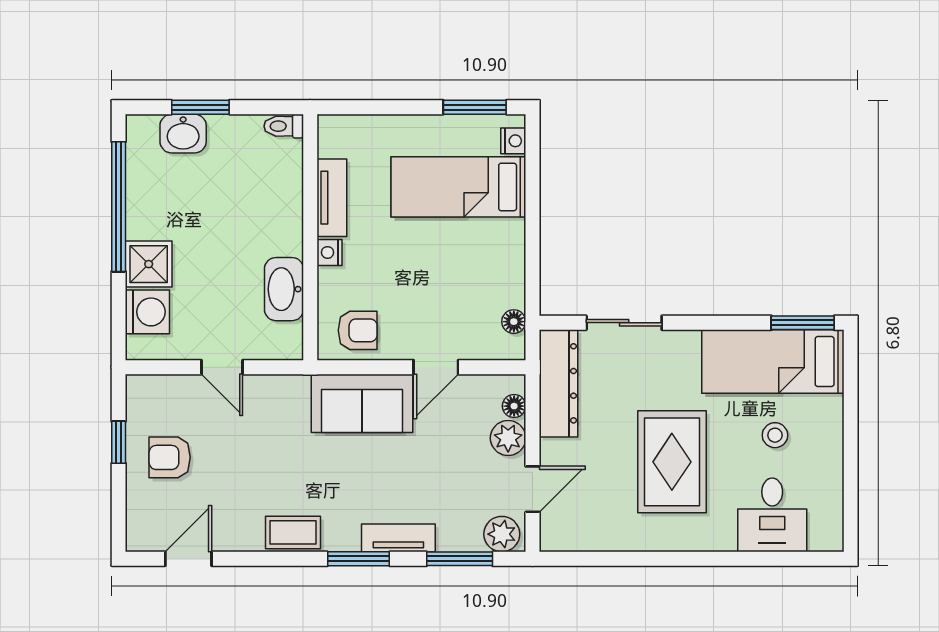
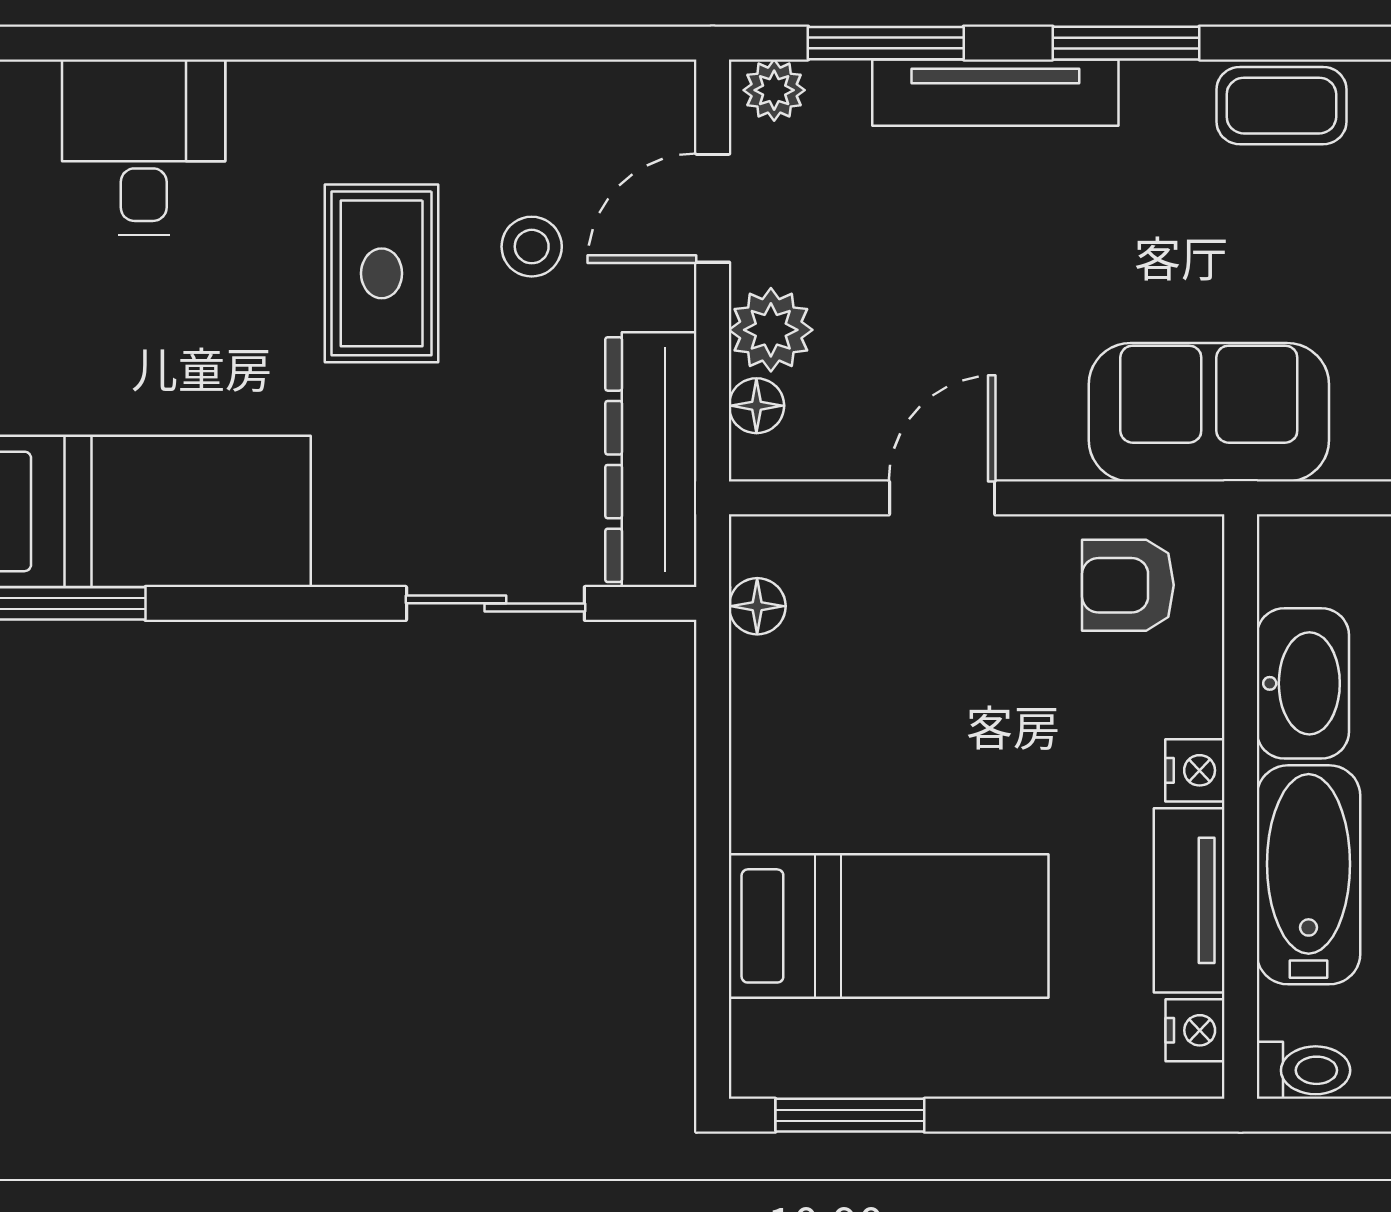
nightstand: (513, 141) -> (1195, 1030), moved, turned 180
bathtub: (282, 208) -> (1309, 875), added
sofa: (362, 403) -> (1209, 412), moved
stool: (775, 435) -> (532, 247), moved
rug: (672, 462) -> (382, 273), width x0.73, depth x0.70
plant: (502, 534) -> (774, 90), width x0.73, depth x0.73
tv unit: (398, 538) -> (995, 93), width x1.41

